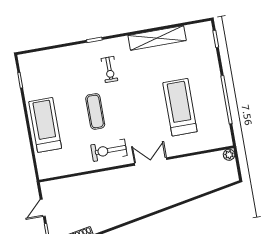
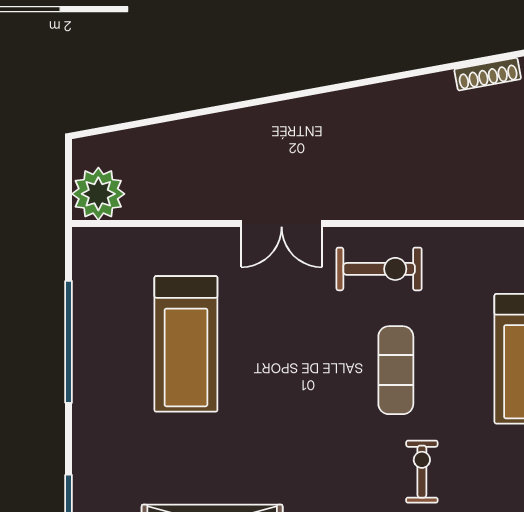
exercise bike: (109, 69) -> (422, 472), moved
plant: (229, 155) -> (98, 194), width x1.87, depth x1.87

